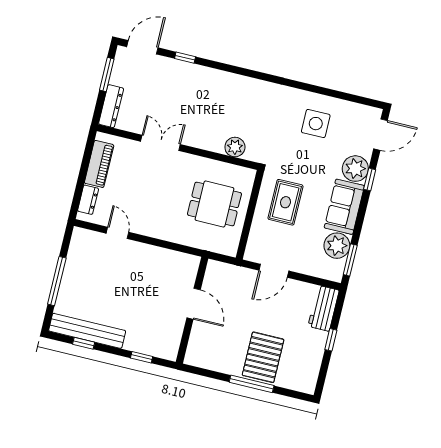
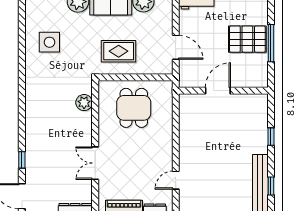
door: (194, 304) -> (218, 91), moved
wall: (192, 310) -> (223, 91), moved

